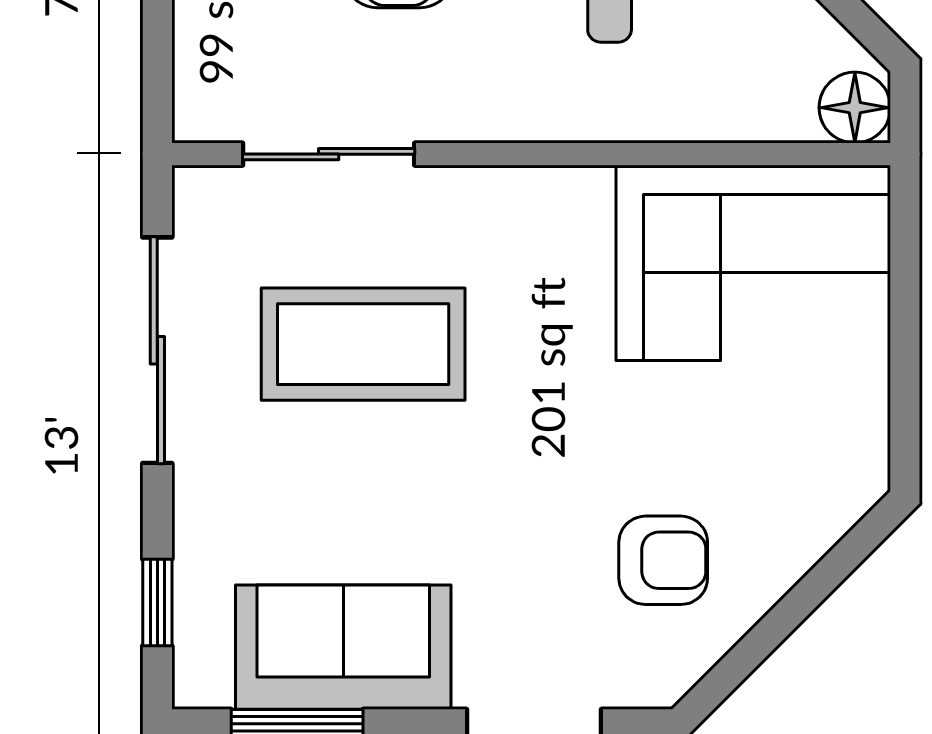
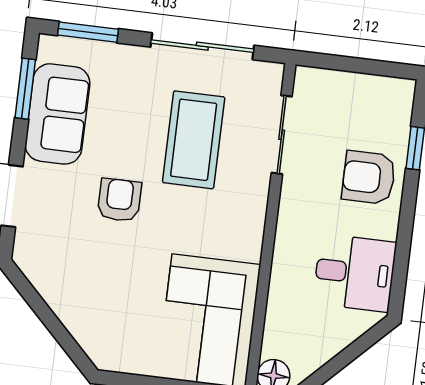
armchair: (663, 560) -> (119, 200), moved, turned 180
window: (157, 602) -> (88, 32), width x1.50

